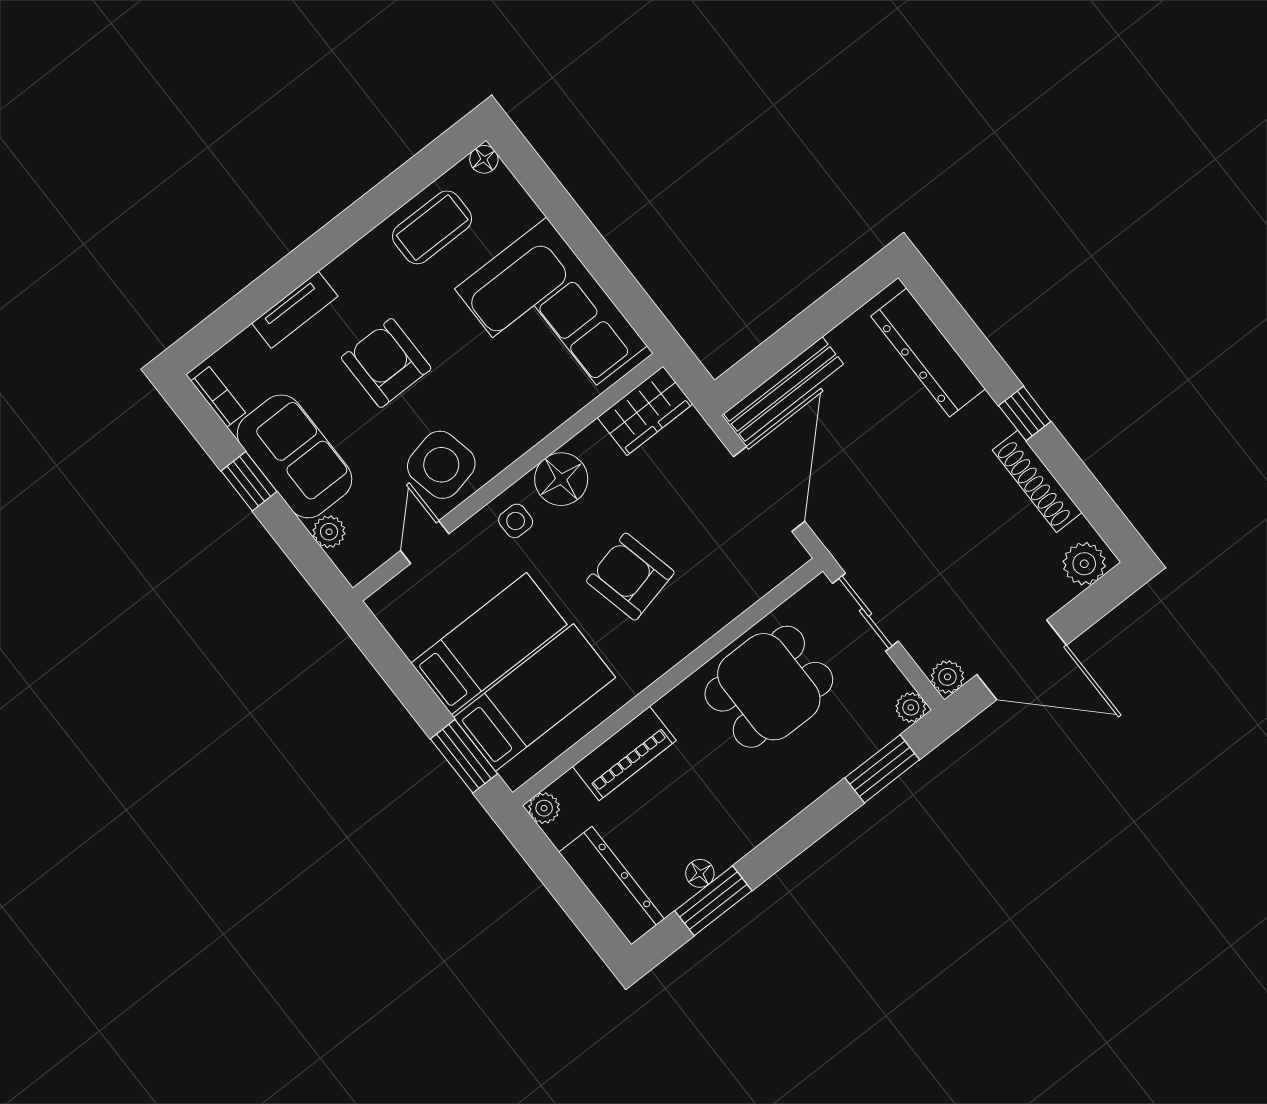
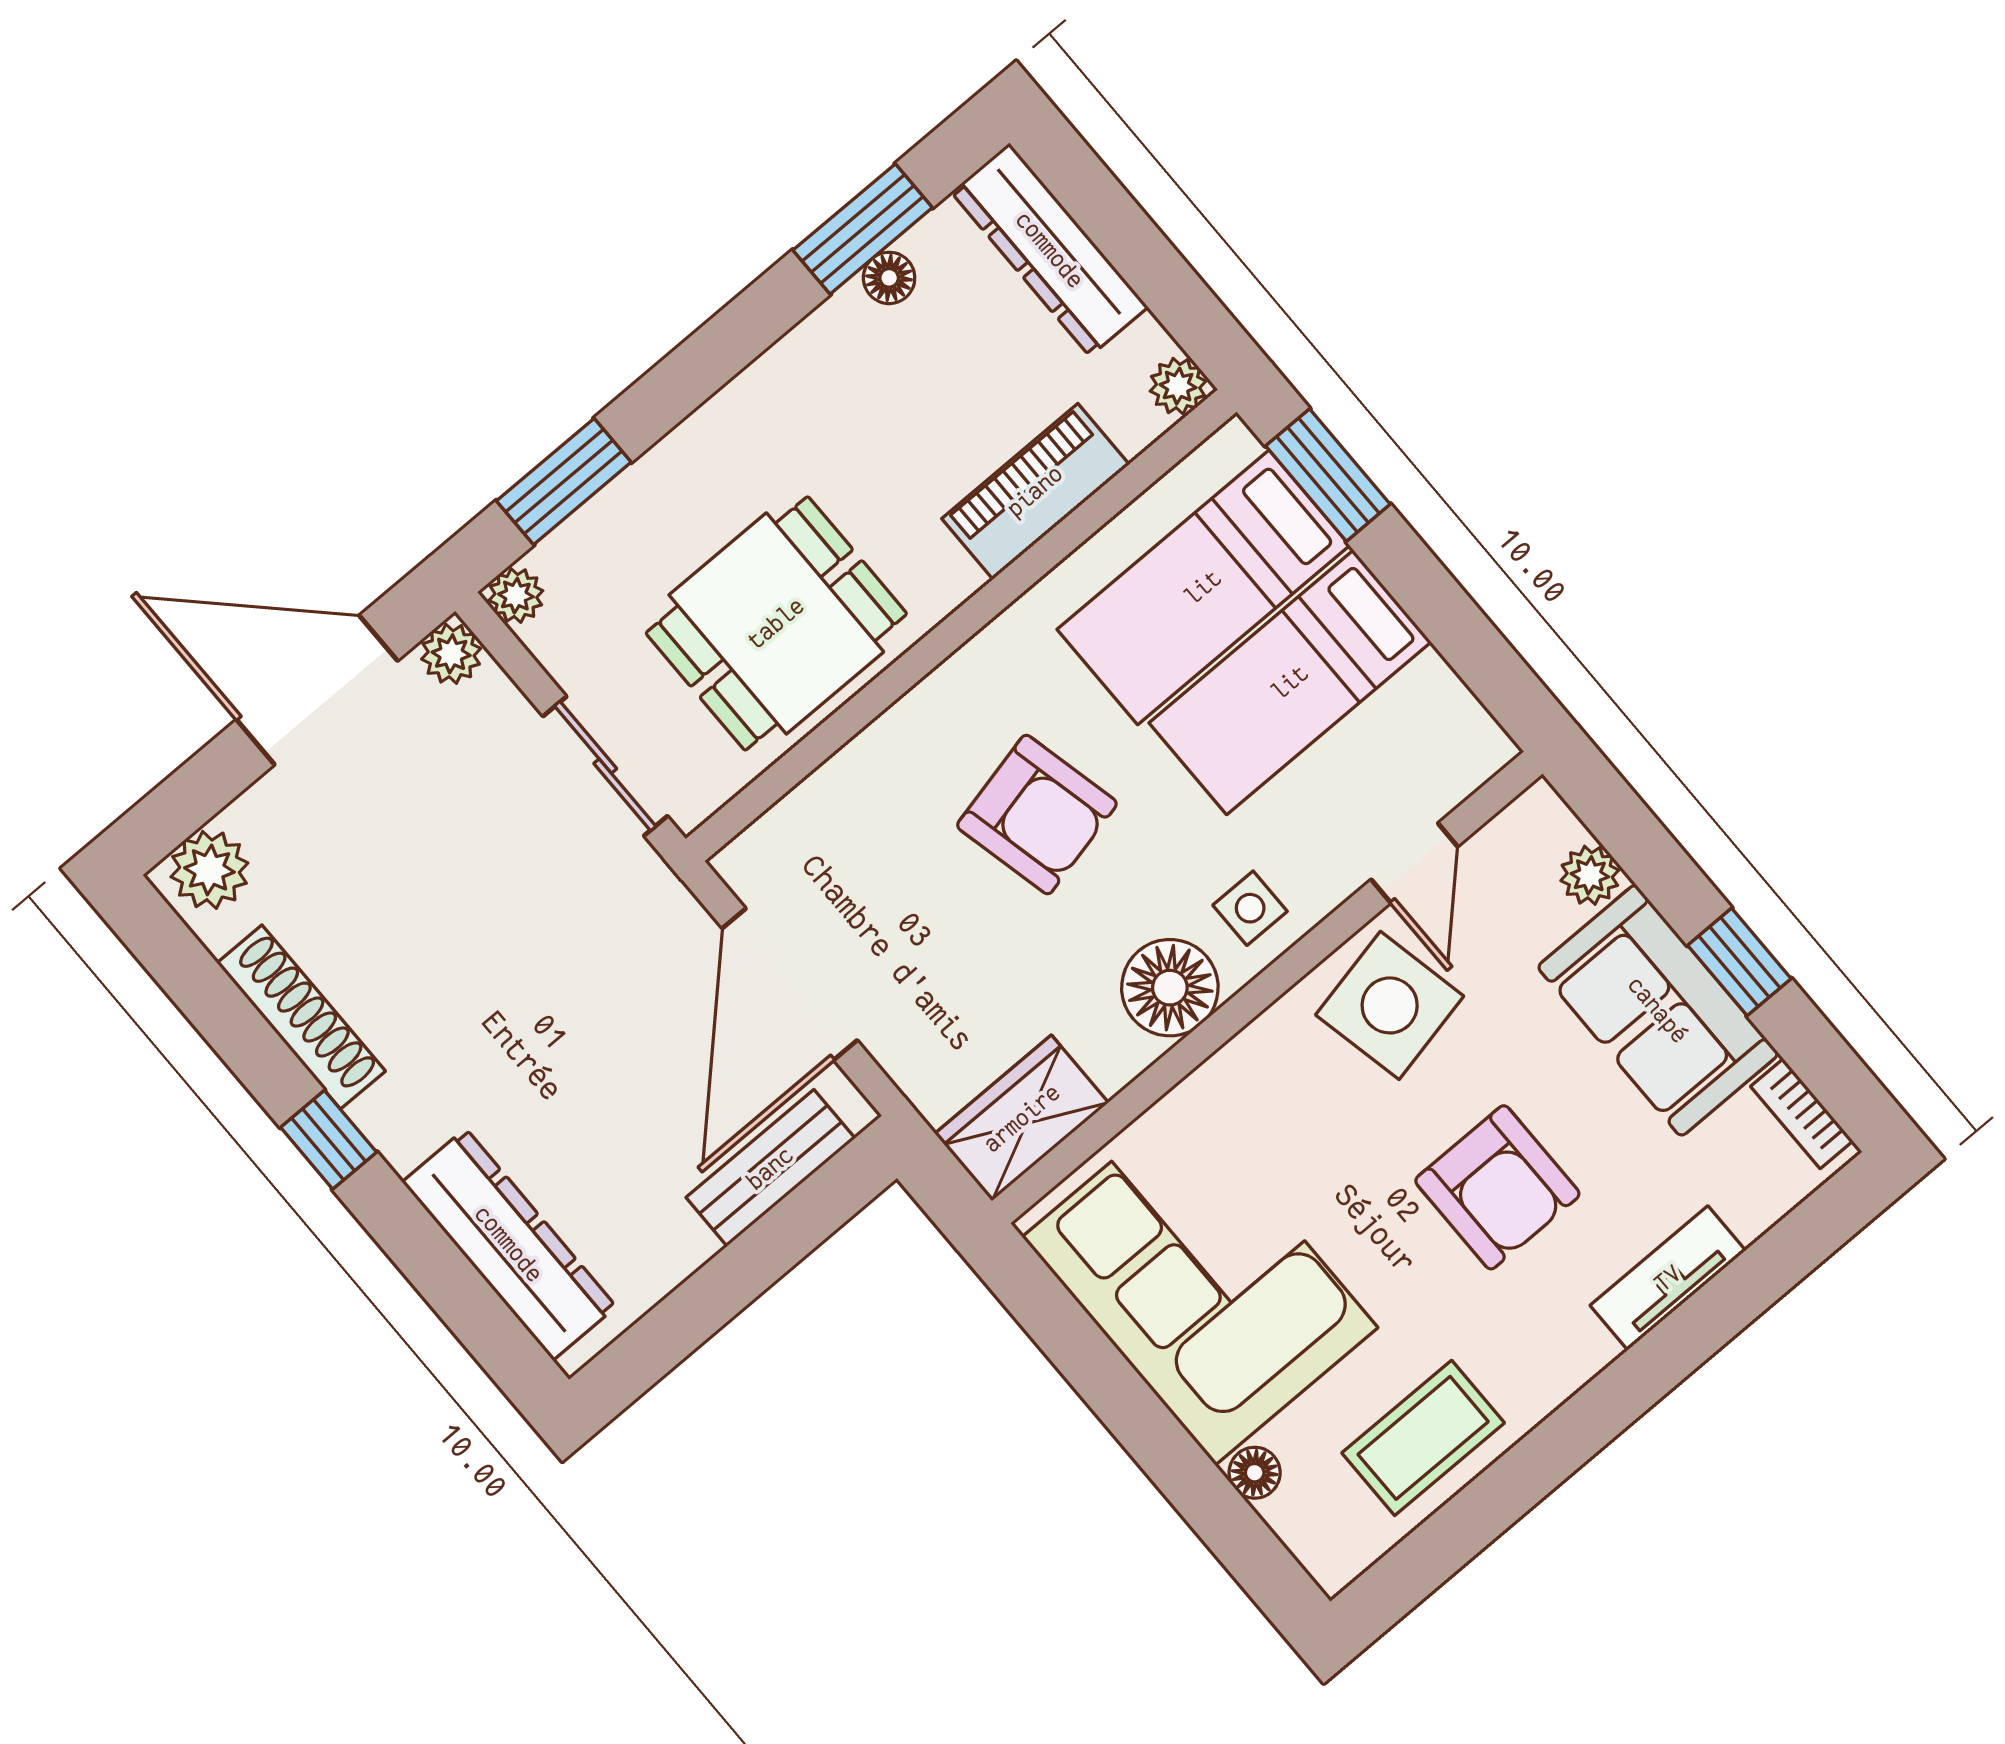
floor lamp: (484, 159) -> (1255, 1473), moved
bench: (784, 389) -> (770, 1168), width x0.73

